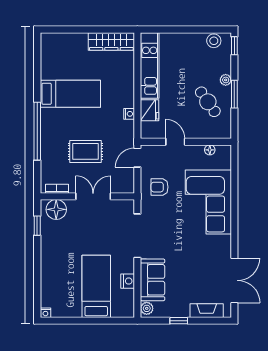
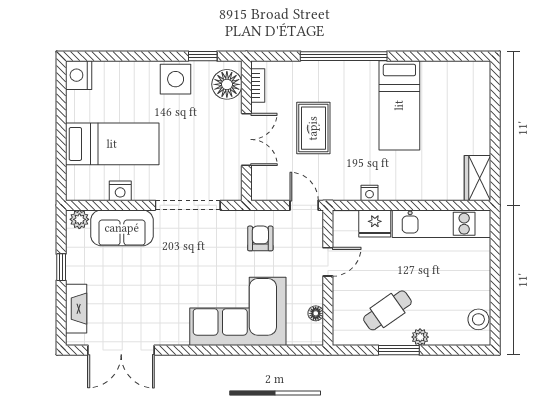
wardrobe: (111, 41) -> (477, 178), width x0.67
window: (234, 46) -> (471, 350), removed
side table: (53, 244) -> (176, 79), added
nightstand: (45, 313) -> (79, 75), width x1.89, depth x1.79

